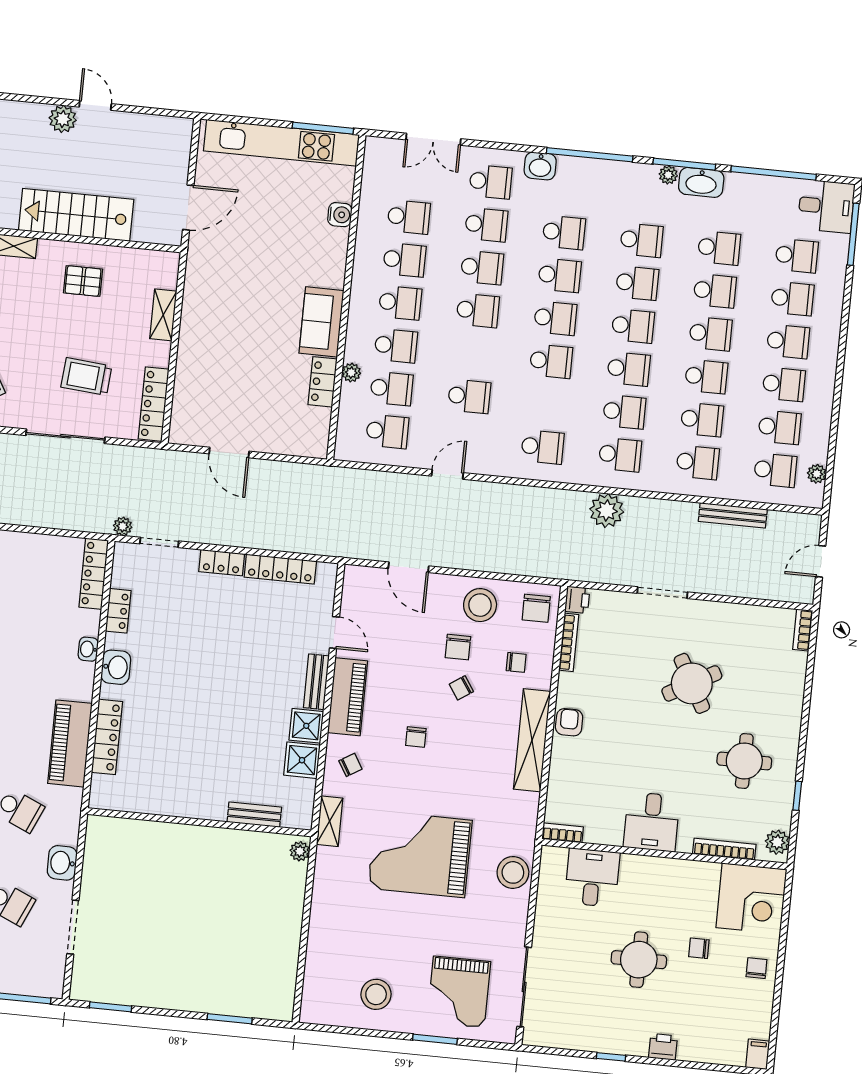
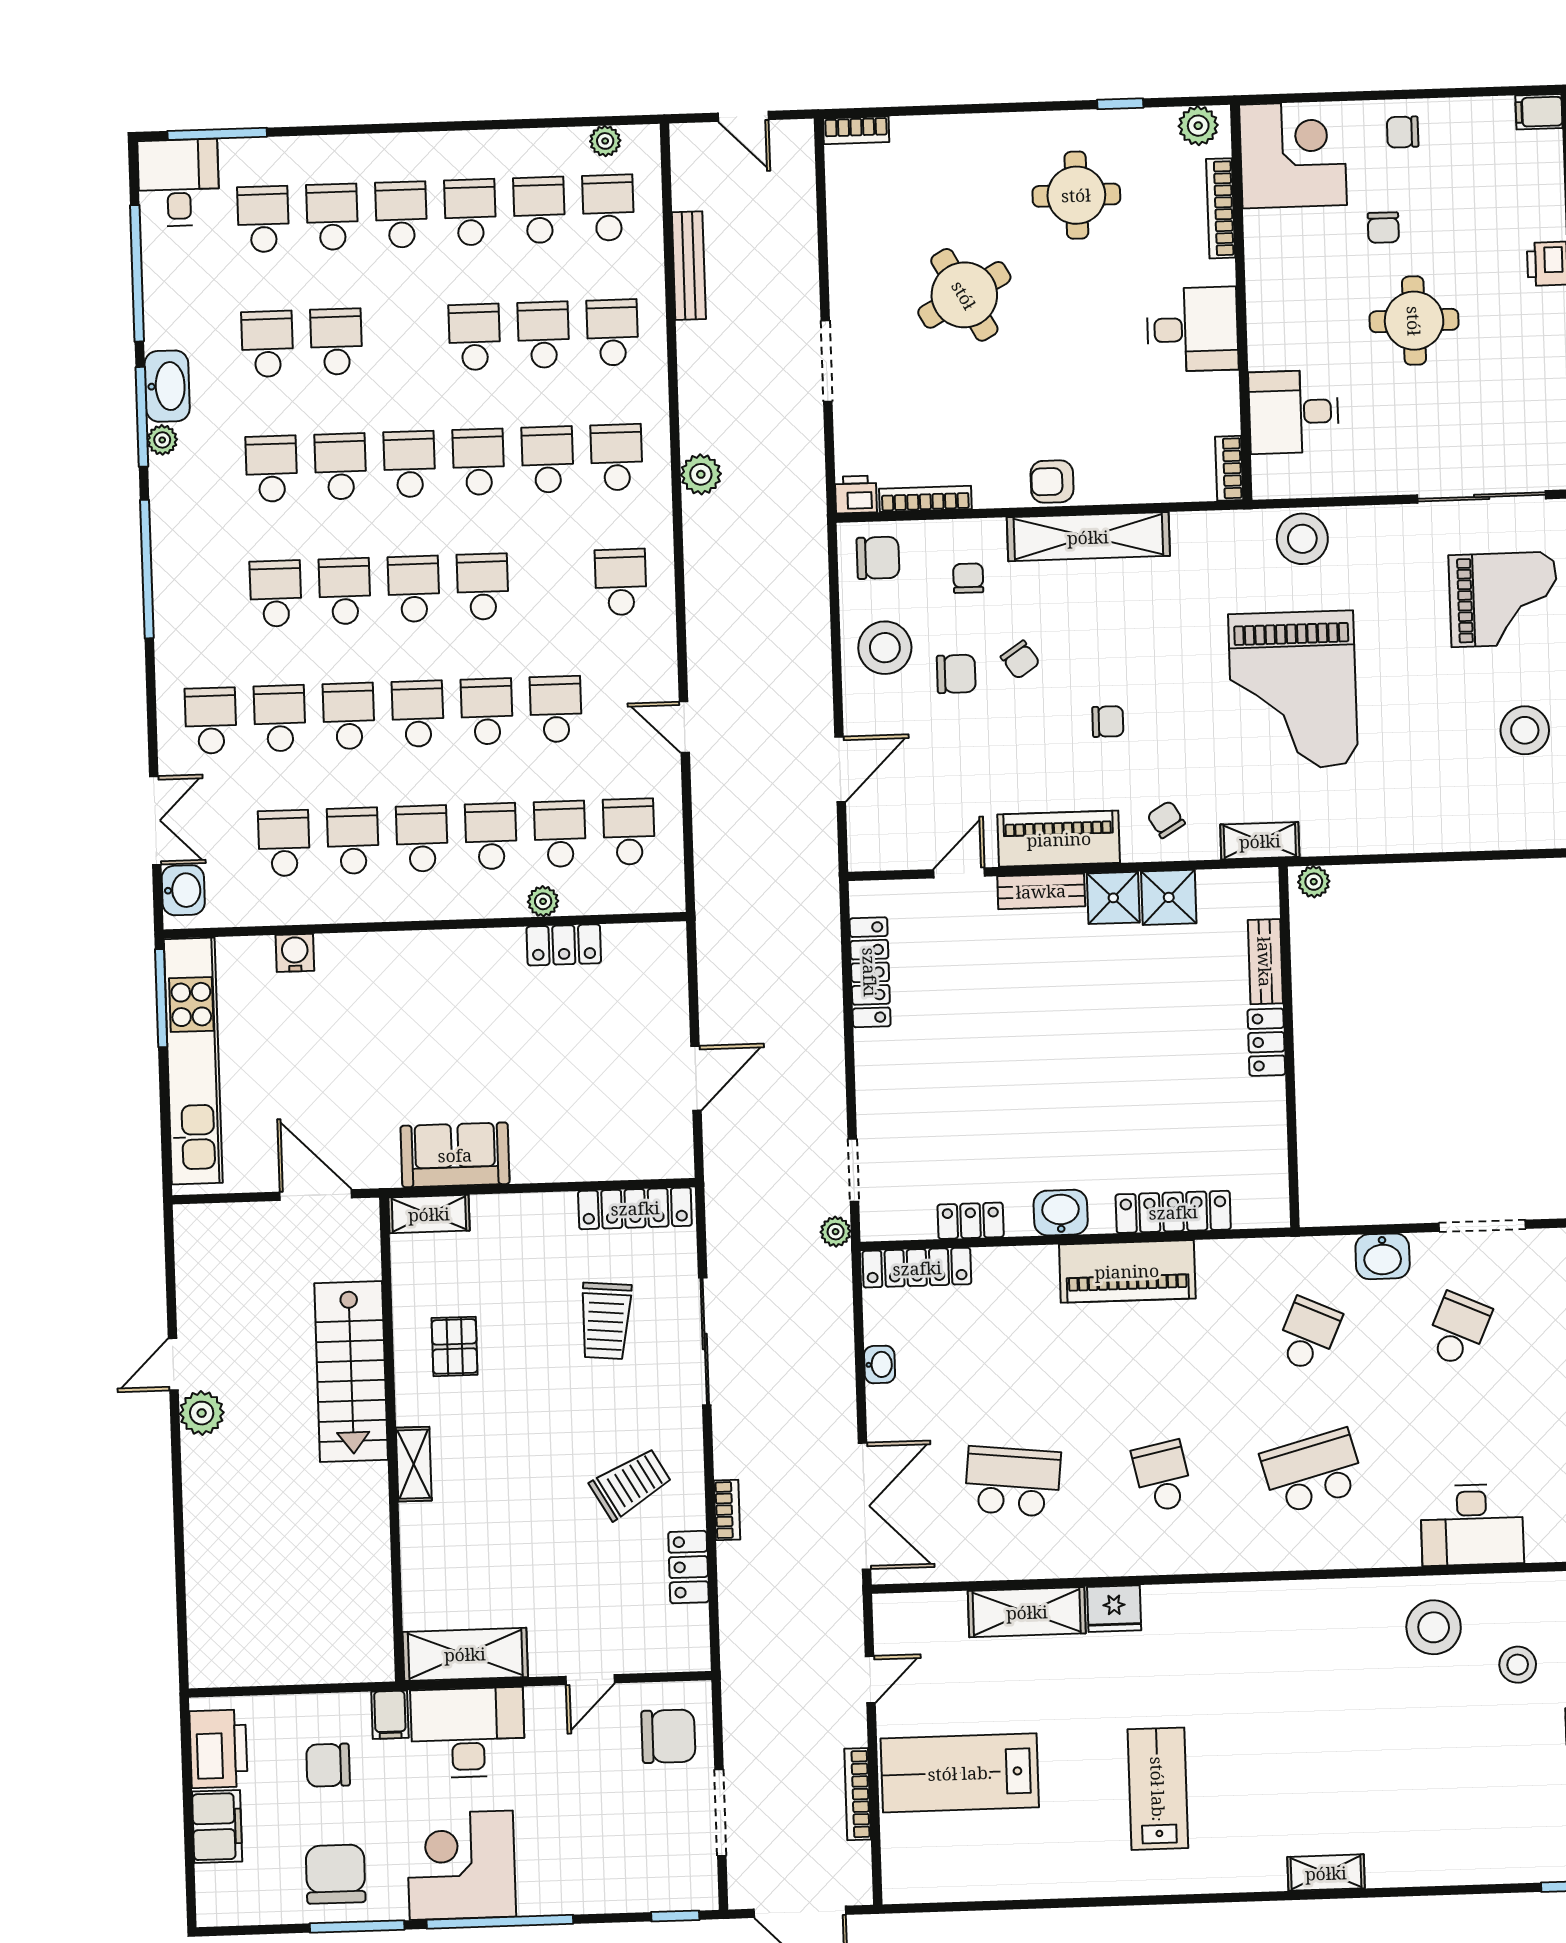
washbasin: (540, 166) -> (183, 890), moved
shelving: (163, 315) -> (429, 1214), moved
sofa: (321, 322) -> (455, 1155), moved, turned 180
school desk: (710, 334) -> (487, 711), moved
plant: (607, 511) -> (701, 474), width x0.73, depth x0.73
locker: (222, 563) -> (1266, 1042), moved, turned 180
washbasin: (88, 649) -> (880, 1364), moved, turned -90
piano: (70, 743) -> (1127, 1271), moved

